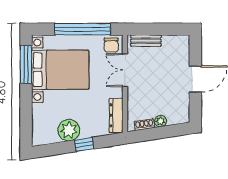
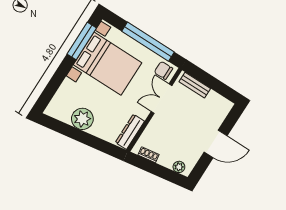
chair: (111, 45) -> (163, 70), turned 90
plant: (161, 121) -> (179, 167), moved
window: (84, 144) -> (88, 139), removed

